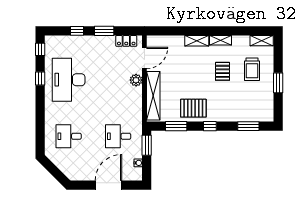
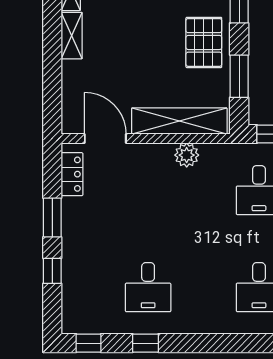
desk: (69, 80) -> (148, 287), width x0.53, depth x0.77
plant: (136, 80) -> (187, 155), moved

